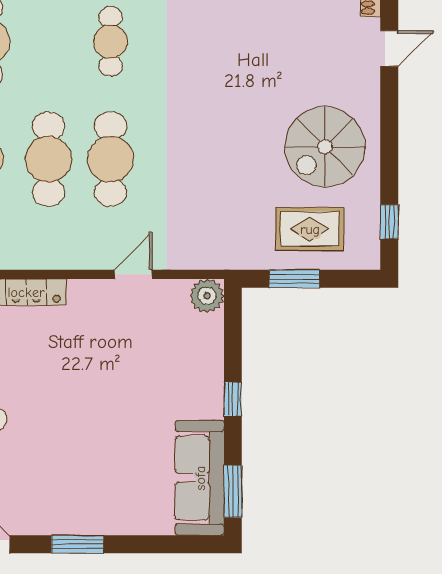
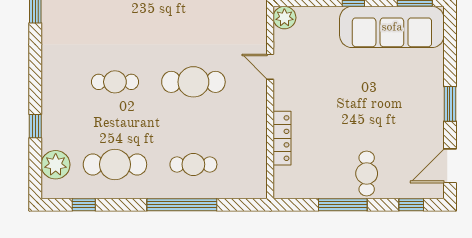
cafe table: (48, 159) -> (193, 123), removed
sofa: (200, 478) -> (392, 27), width x1.36, depth x1.27

